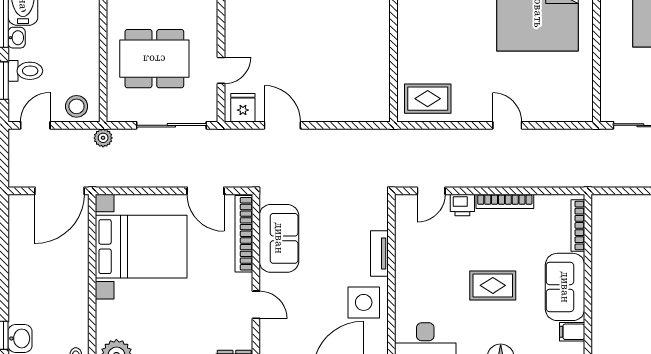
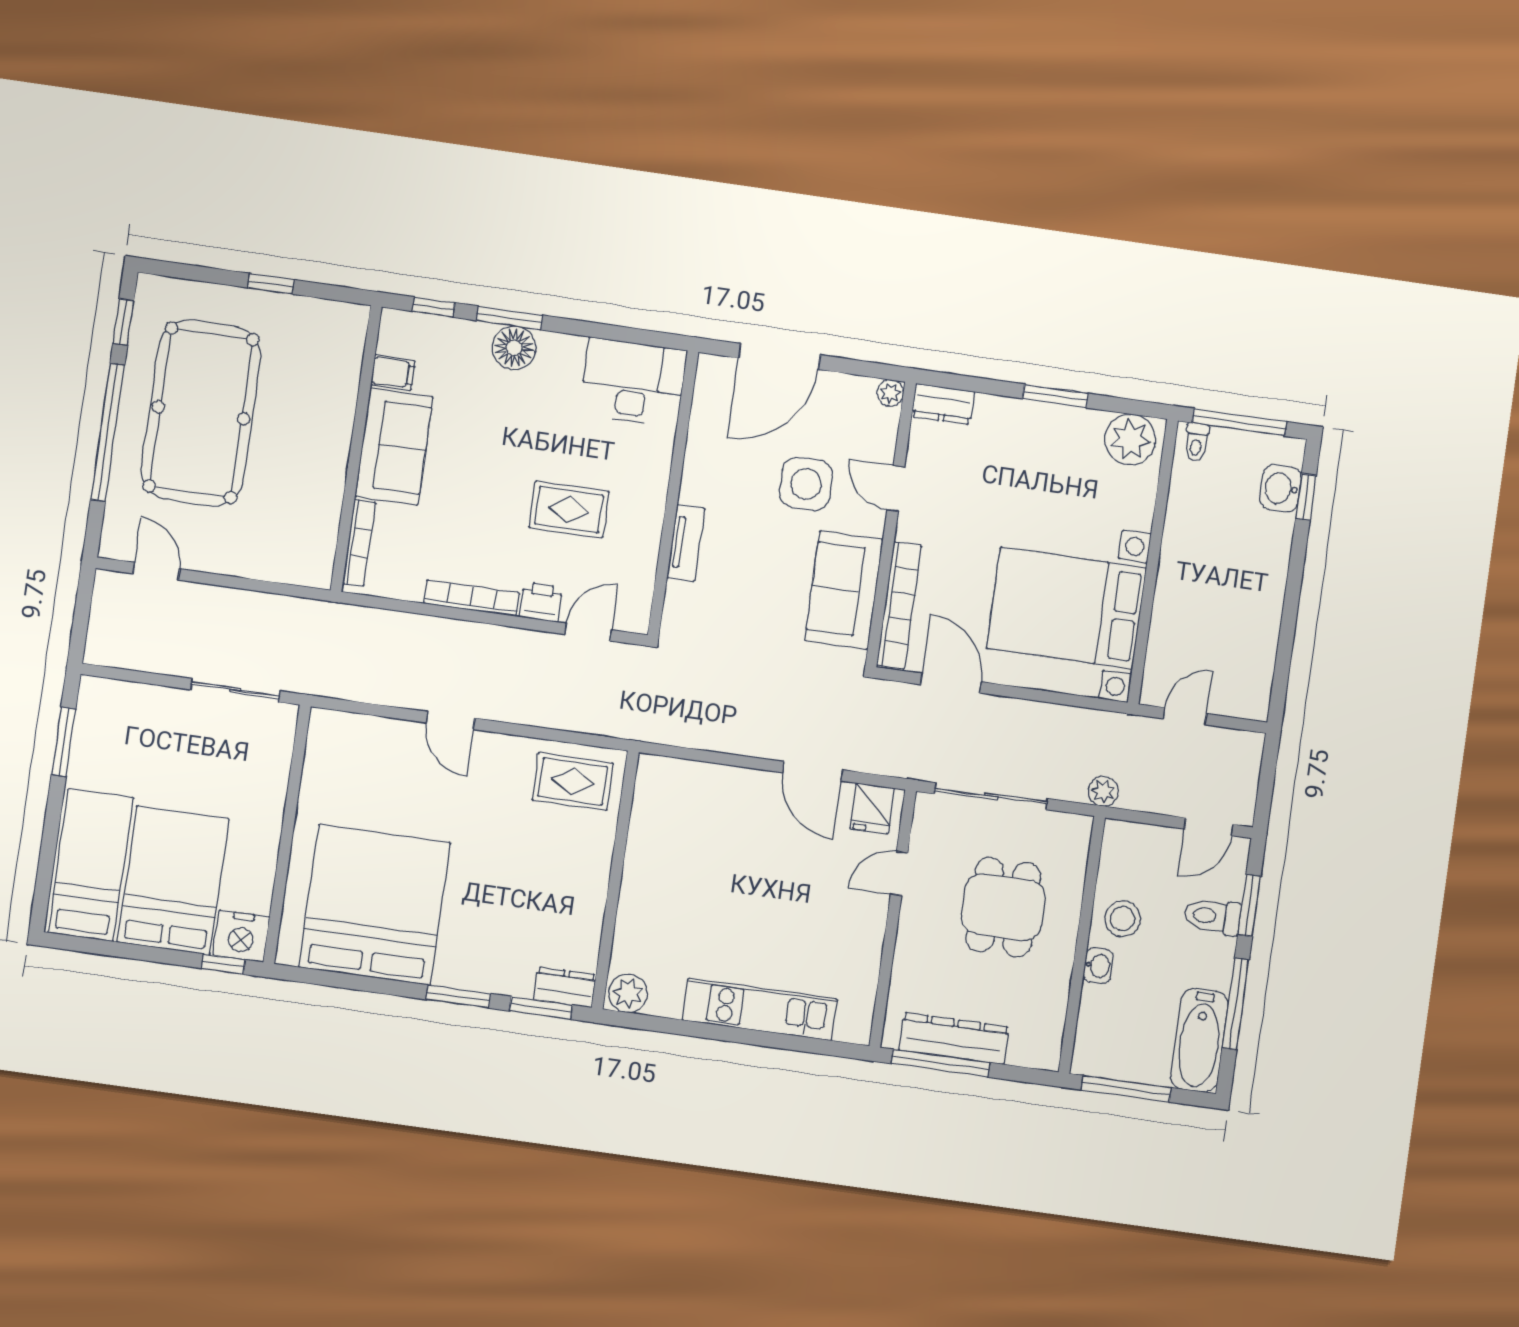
washbasin: (17, 38) -> (1098, 966), moved, turned 180
dining table: (154, 59) -> (1003, 907), width x0.73
stool: (77, 106) -> (1122, 919), moved
door: (60, 191) -> (1185, 716), width x0.53
rug: (493, 285) -> (569, 510), moved
side table: (364, 302) -> (806, 484), moved

